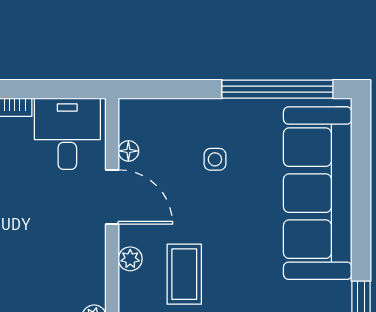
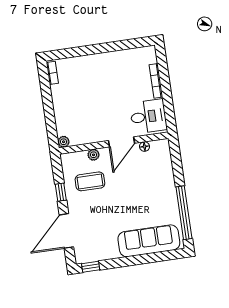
side table: (215, 159) -> (146, 188), removed
sofa: (318, 193) -> (149, 241), width x0.74, depth x0.79

